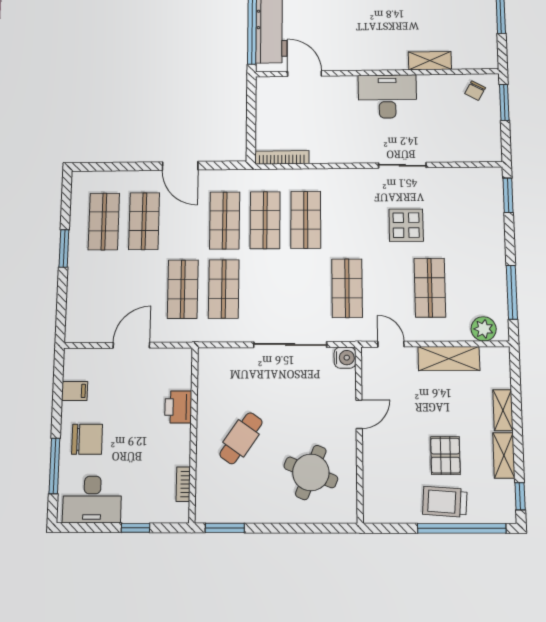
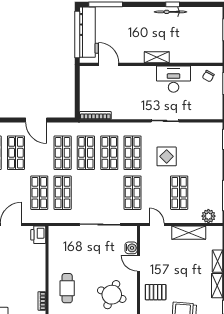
shelving: (430, 61) -> (157, 57), moved
desk: (387, 96) -> (174, 79), moved
shop shelf: (346, 219) -> (133, 153), added
water cooler: (345, 358) -> (131, 248), moved
printer: (178, 407) -> (38, 235), moved
door: (359, 414) -> (138, 263), swing flipped
cafe table: (241, 438) -> (67, 288), moved, turned -35
pallet: (445, 456) -> (156, 292), moved, turned 90

